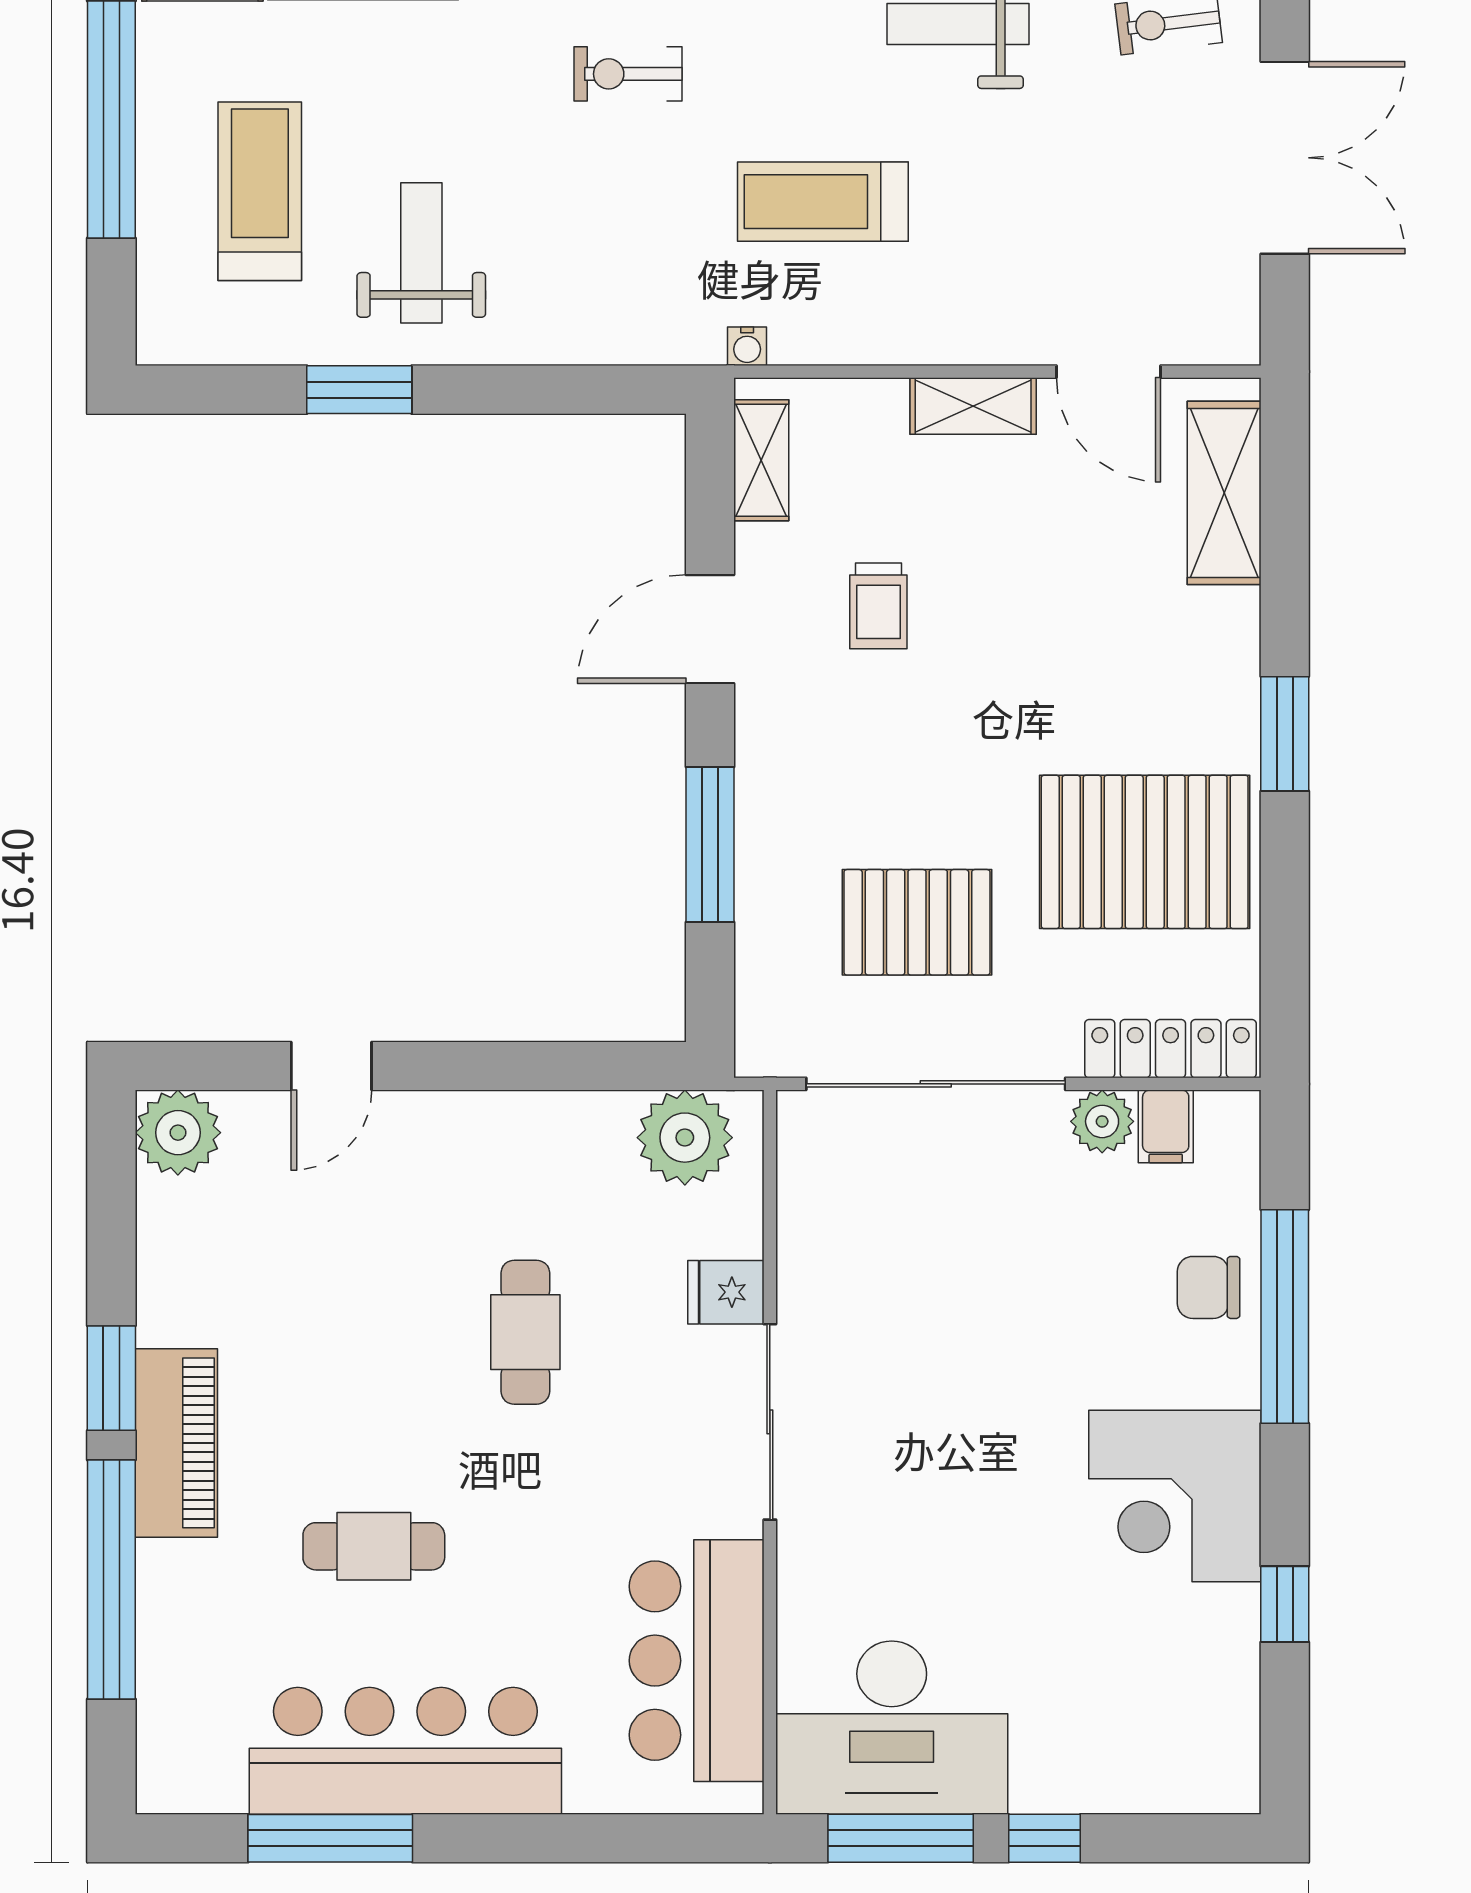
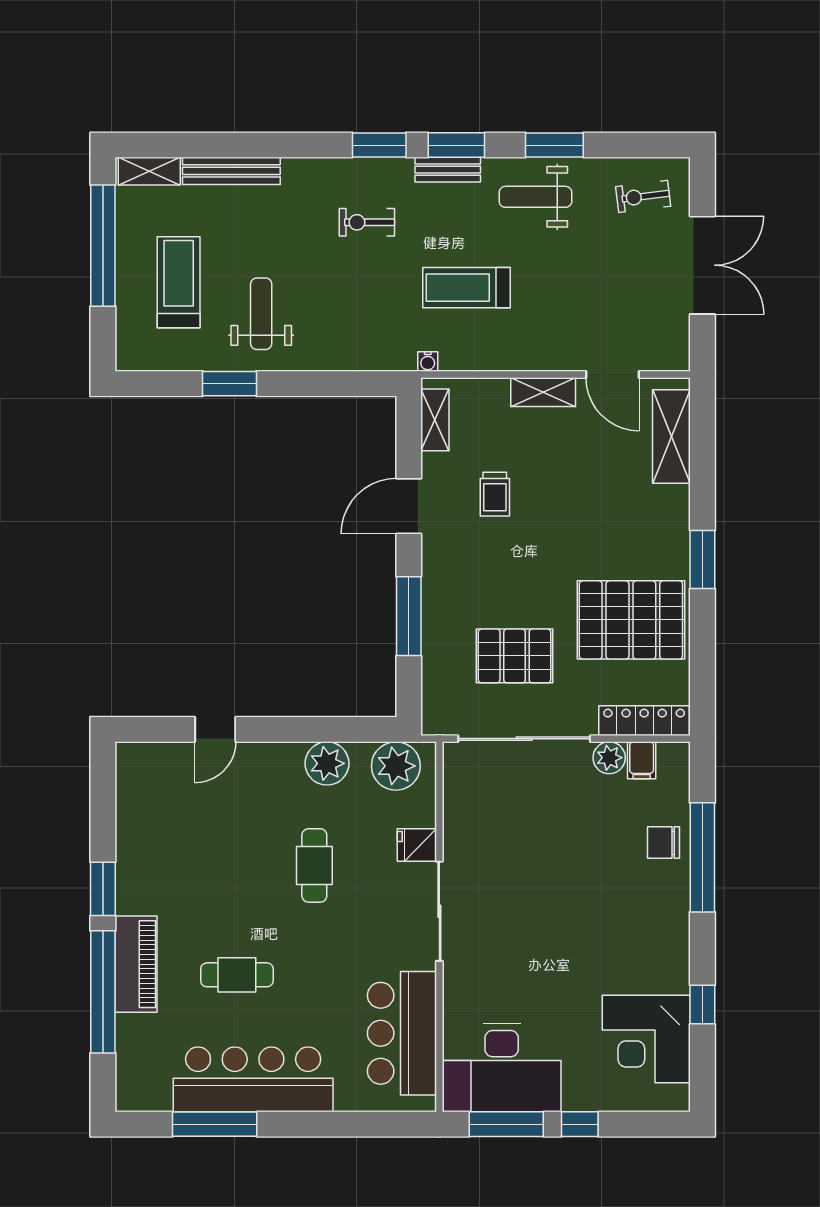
plant: (178, 1133) -> (327, 763), moved
piano: (176, 1443) -> (136, 964), moved
corner desk: (1175, 1496) -> (646, 1039), moved

